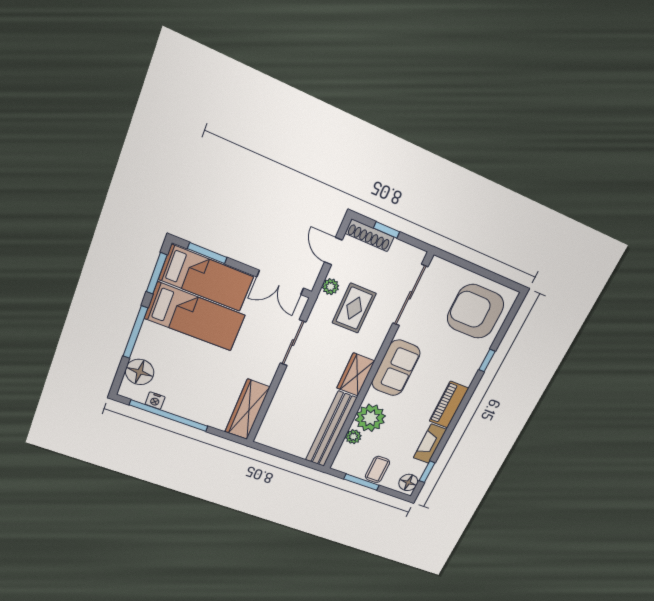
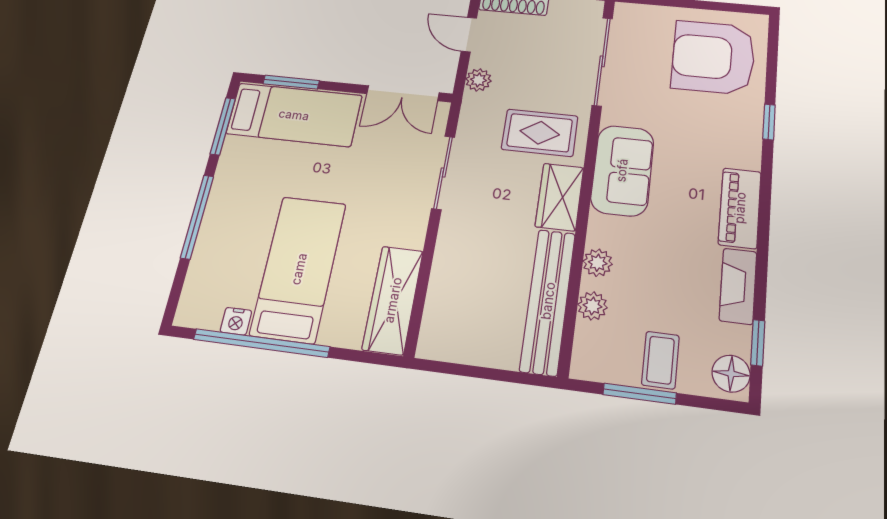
rug: (354, 308) -> (540, 133), moved, turned 90
bed: (195, 317) -> (299, 269), moved, turned -90
floor lamp: (140, 372) -> (207, 278), removed
plant: (370, 418) -> (598, 263), width x0.53, depth x0.53

